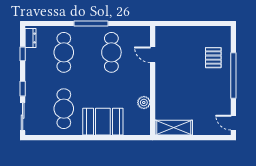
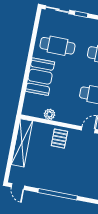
pallet: (213, 58) -> (59, 139), moved, turned 90
door: (233, 123) -> (18, 186), swing flipped
shelving: (174, 128) -> (22, 143), width x1.47

